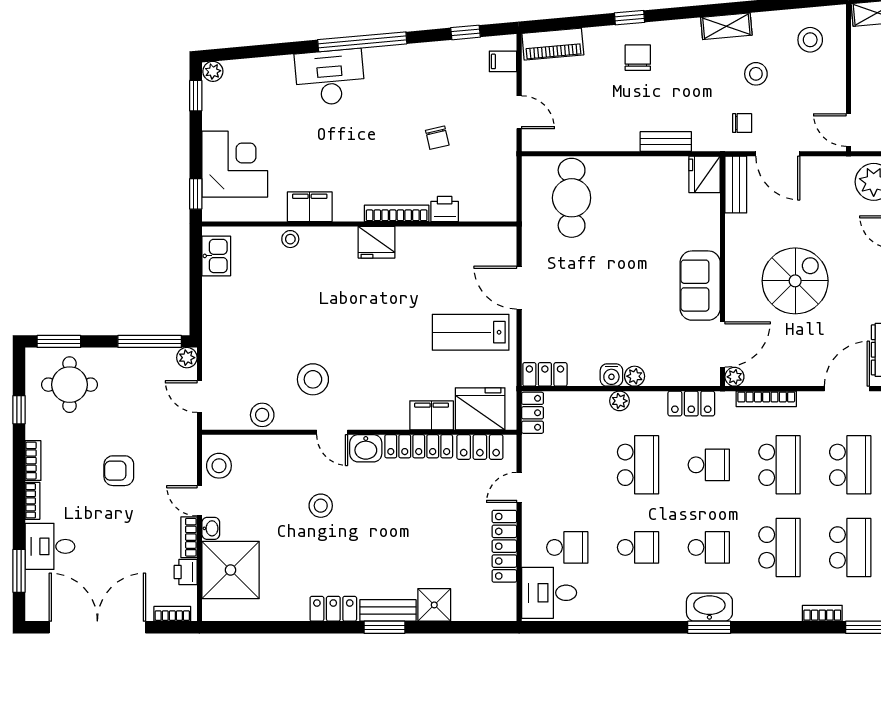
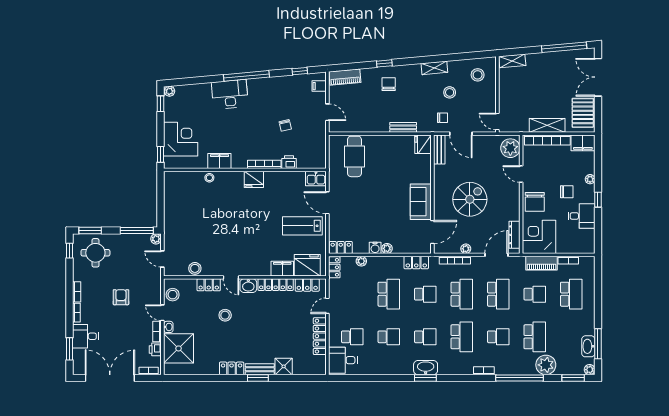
kitchen sink: (216, 256) -> (316, 179), moved, turned 90
plant: (734, 377) -> (466, 249), moved
stool: (313, 379) -> (221, 250), removed
plant: (619, 401) -> (361, 261), moved
window: (19, 410) -> (69, 251), moved
locker: (289, 447) -> (209, 285), added
armchair: (119, 471) -> (121, 297), turned 90
school desk: (850, 547) -> (498, 337), width x0.54

